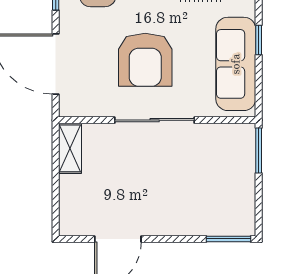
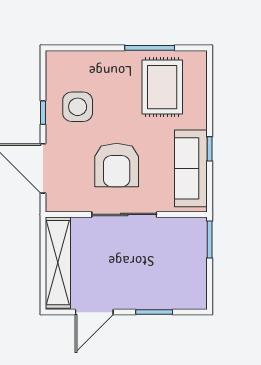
shelving: (70, 148) -> (58, 263), width x2.20, depth x1.33
window: (228, 239) -> (154, 312), moved

